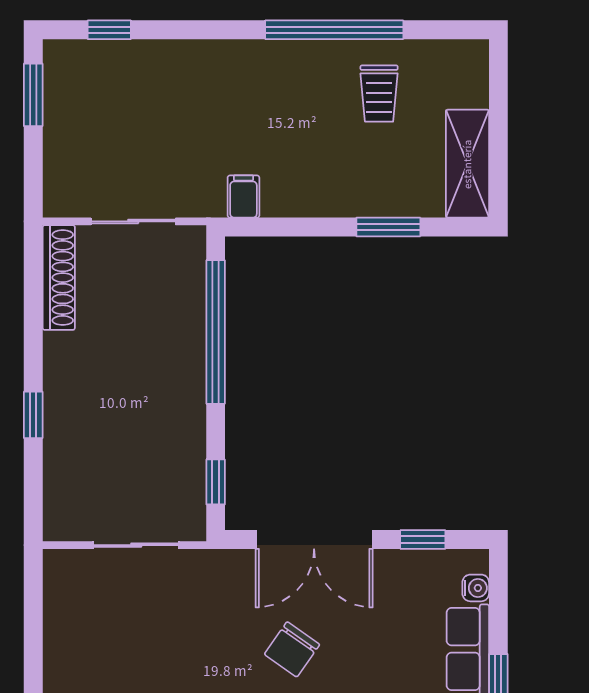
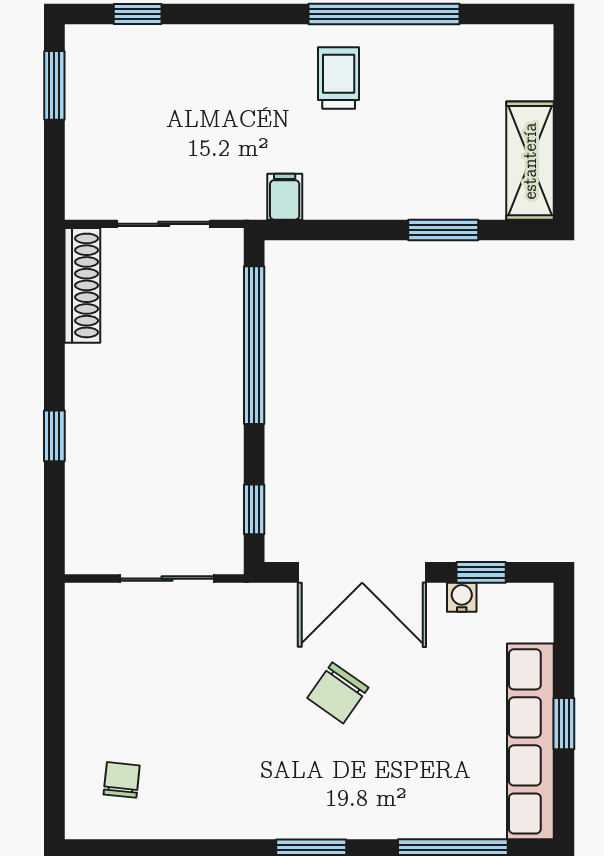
trolley: (379, 94) -> (339, 78), moved, turned 180
water cooler: (476, 588) -> (462, 597), moved, turned -90

